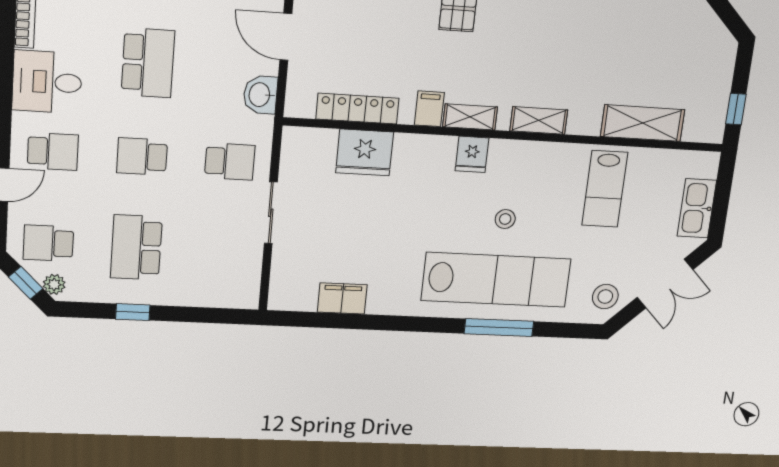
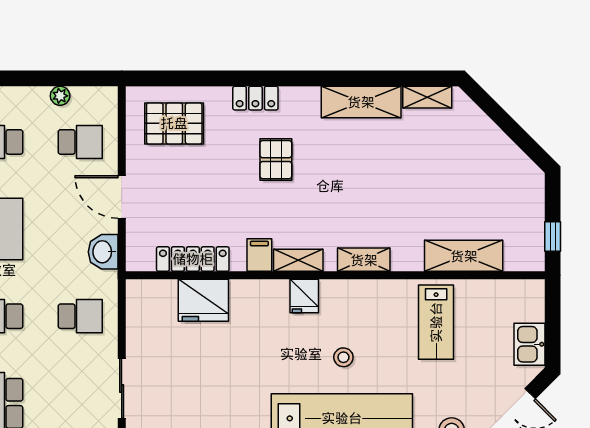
kitchen sink: (697, 208) -> (530, 344), width x0.73
sliding door: (271, 213) -> (122, 389), moved

